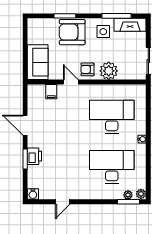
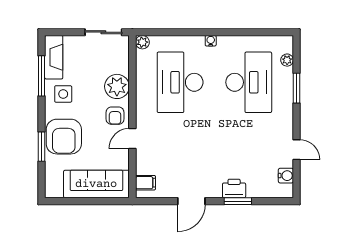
sofa: (38, 62) -> (96, 184), width x1.36
filing cabinet: (51, 92) -> (145, 183), moved
desk: (112, 167) -> (249, 82), turned 180
water cooler: (33, 194) -> (286, 176), moved
plant: (141, 194) -> (142, 42), moved
window: (128, 202) -> (296, 88), moved

